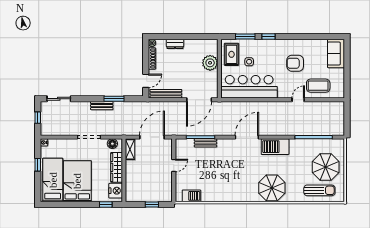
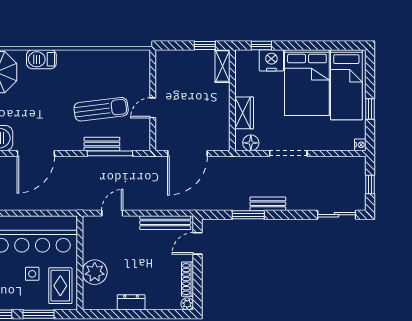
dresser: (175, 44) -> (131, 302), moved
door: (199, 100) -> (112, 213), width x0.53
shelving: (130, 149) -> (222, 66), moved
sun lounger: (206, 165) -> (101, 109), added
wardrobe: (117, 167) -> (244, 113), width x0.67
nightstand: (116, 191) -> (271, 60), moved, turned 90
barbecue: (191, 196) -> (41, 59), moved
window: (152, 205) -> (205, 45), moved

